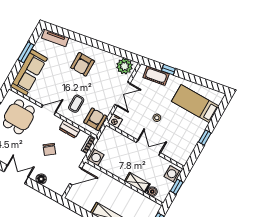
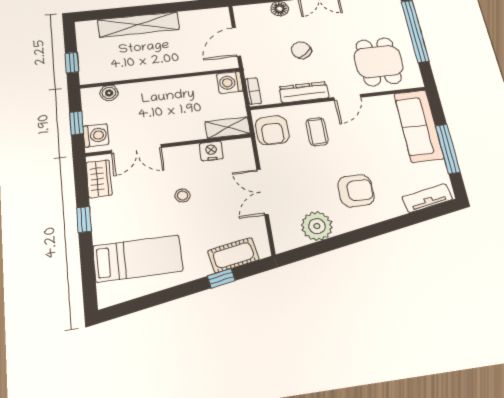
window: (26, 52) -> (448, 149), width x1.44
armchair: (83, 64) -> (356, 191), turned 90
plant: (125, 66) -> (317, 226), moved
nightstand: (115, 121) -> (211, 151), moved
dresser: (70, 129) -> (304, 92), width x1.44
double door: (148, 148) -> (136, 149), moved
wardrobe: (186, 152) -> (99, 179), added
shelving: (137, 183) -> (228, 128), moved

